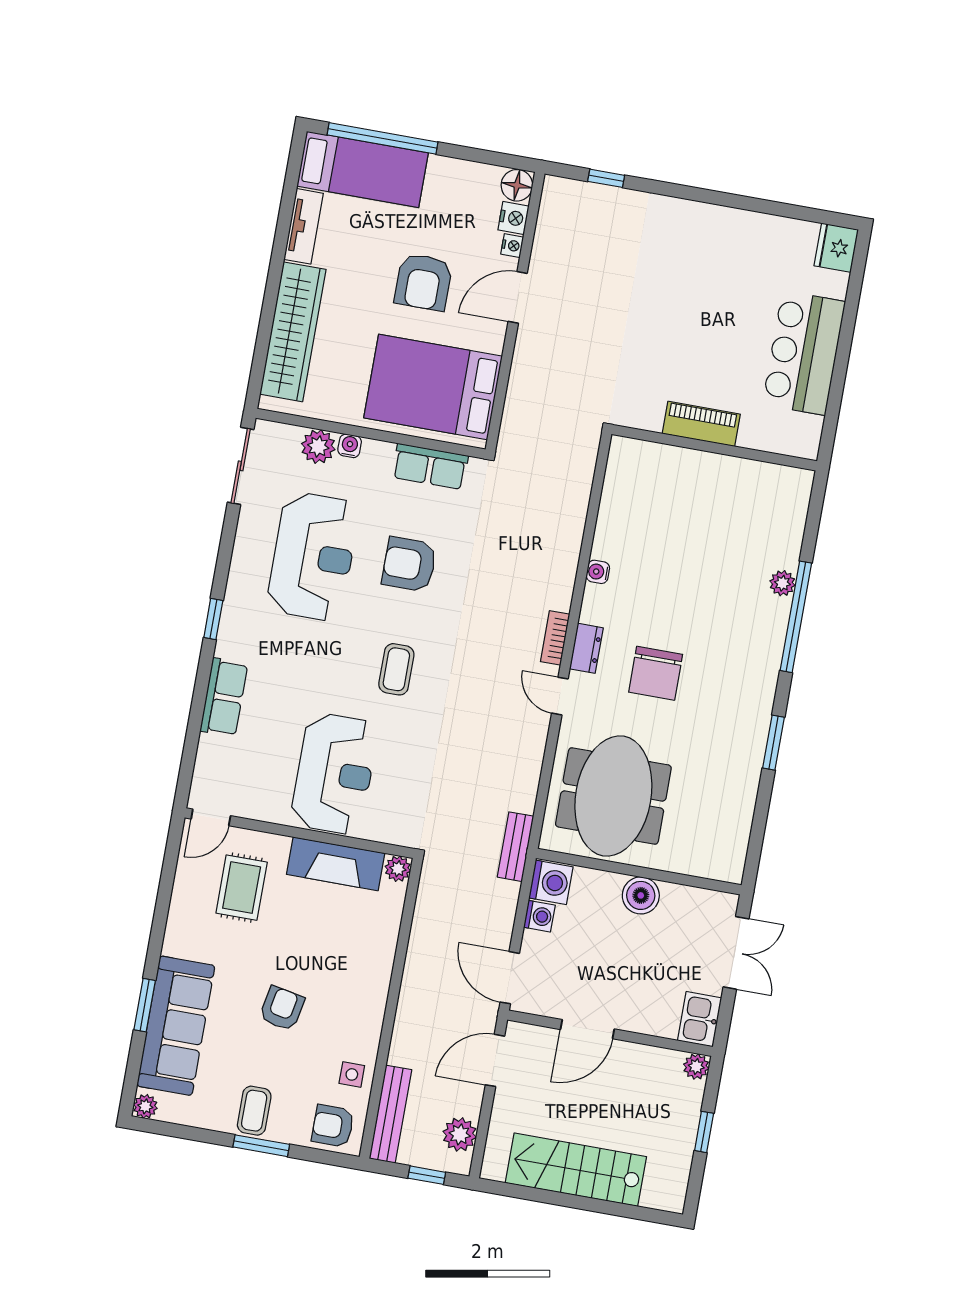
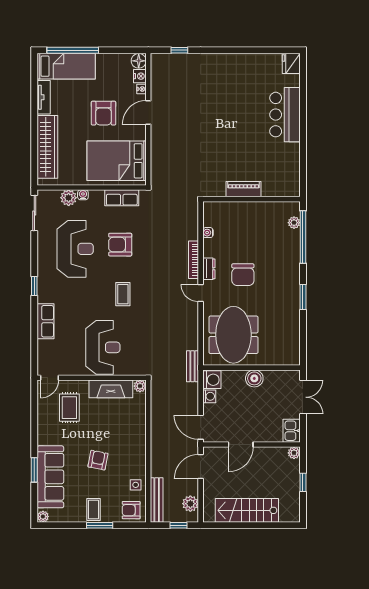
piano: (701, 424) -> (243, 189), moved
wall: (714, 448) -> (251, 199), moved
bookcase: (555, 638) -> (194, 260), width x1.56

